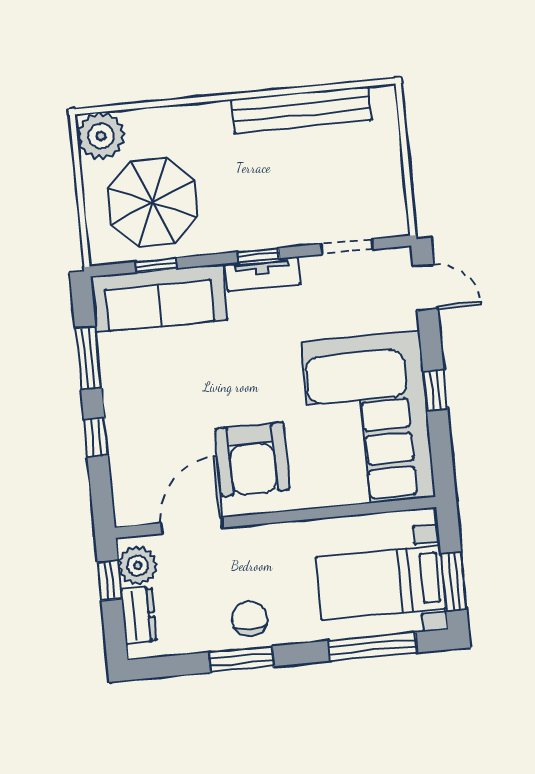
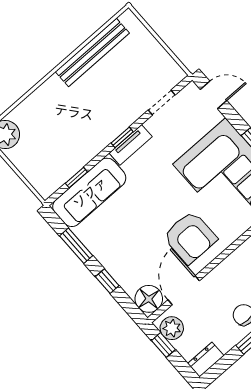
parasol: (153, 202) -> (53, 149), removed
floor lamp: (135, 503) -> (149, 299), added
dresser: (139, 616) -> (206, 360), moved, turned -90

